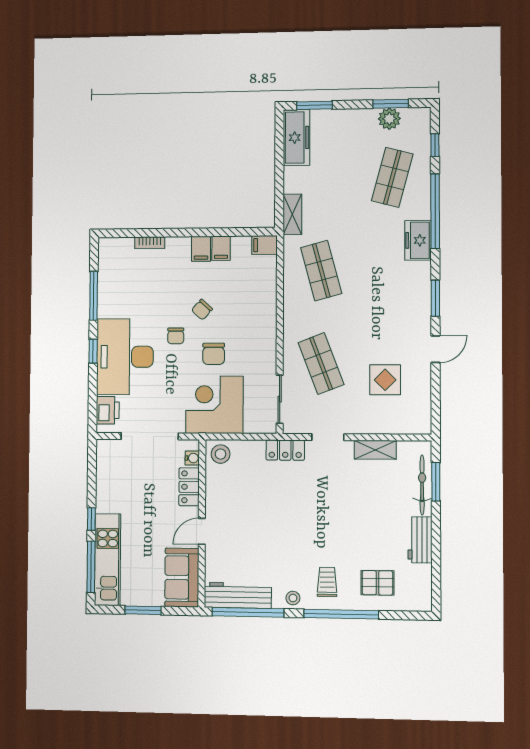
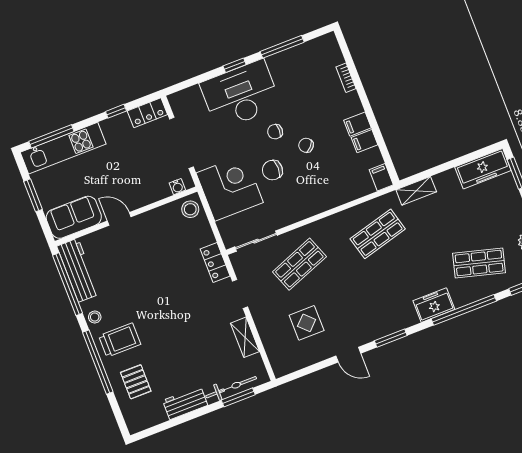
printer: (108, 410) -> (189, 98), removed
locker: (189, 487) -> (147, 113), moved, turned 180
window: (91, 519) -> (116, 111), moved
trolley: (327, 582) -> (120, 340), width x1.36, depth x1.39

